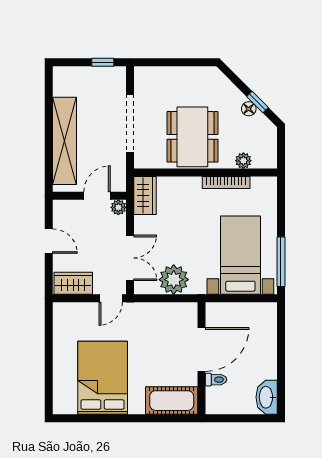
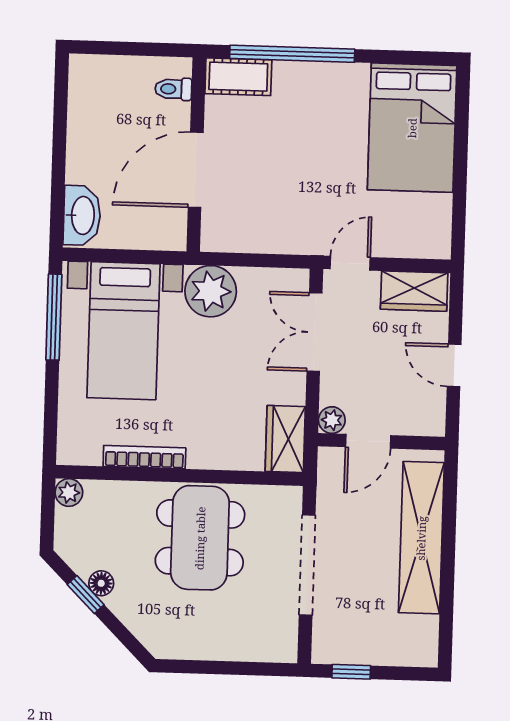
plant: (243, 161) -> (69, 492), moved
plant: (174, 280) -> (211, 291), moved
bed: (103, 378) -> (412, 128), moved
toilet: (216, 380) -> (173, 89), moved
washbasin: (267, 397) -> (82, 215), moved
cot: (172, 401) -> (238, 77), width x0.73, depth x0.75
window: (148, 418) -> (292, 54), added

